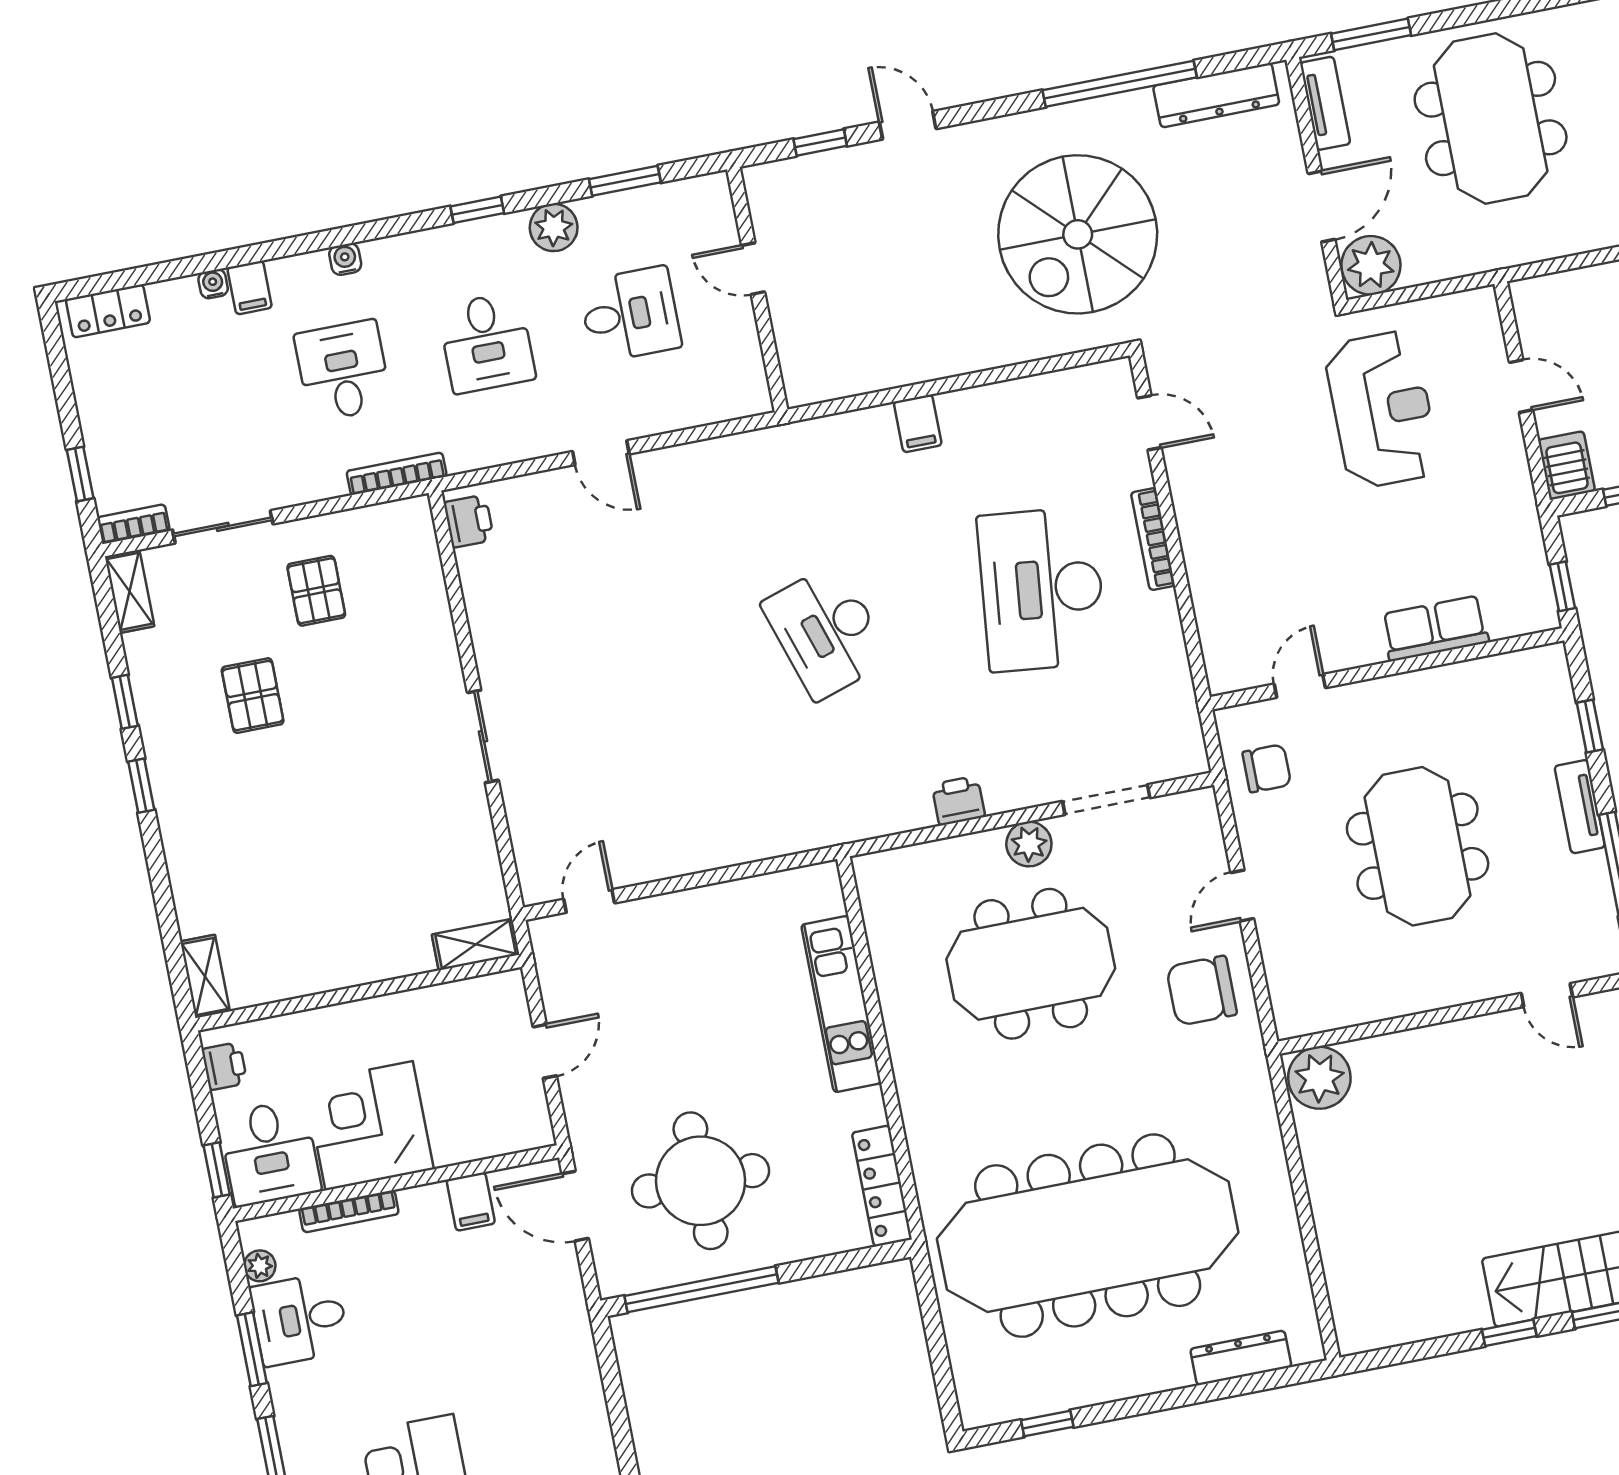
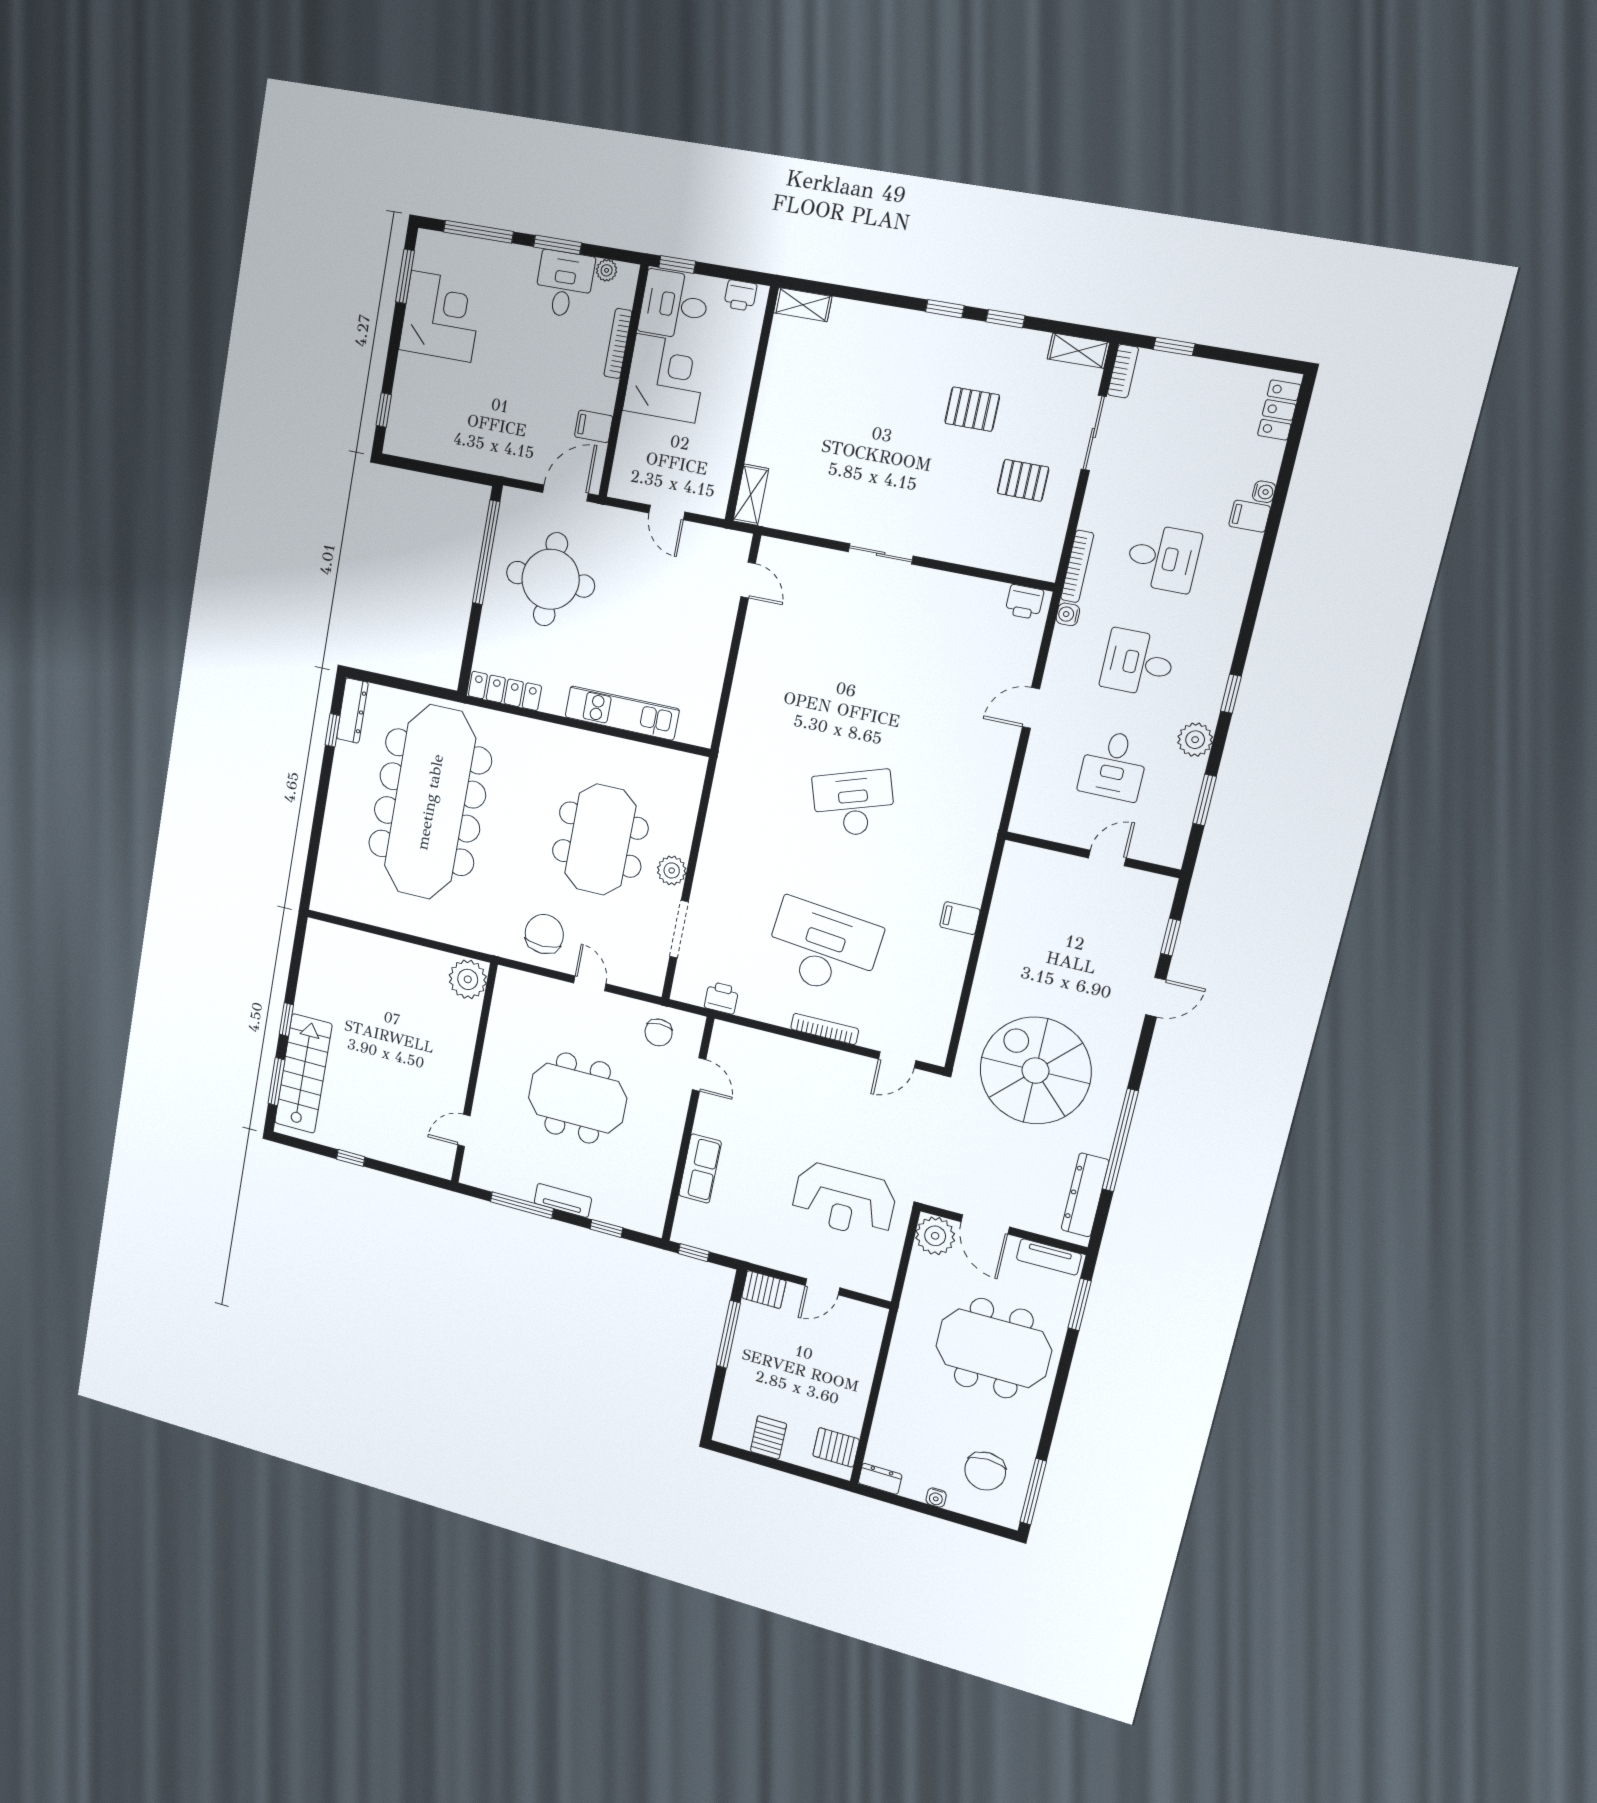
water cooler: (345, 259) -> (1068, 614), moved, turned 180
printer: (958, 801) -> (721, 998), moved, turned -90
dresser: (1241, 1358) -> (352, 711), moved

